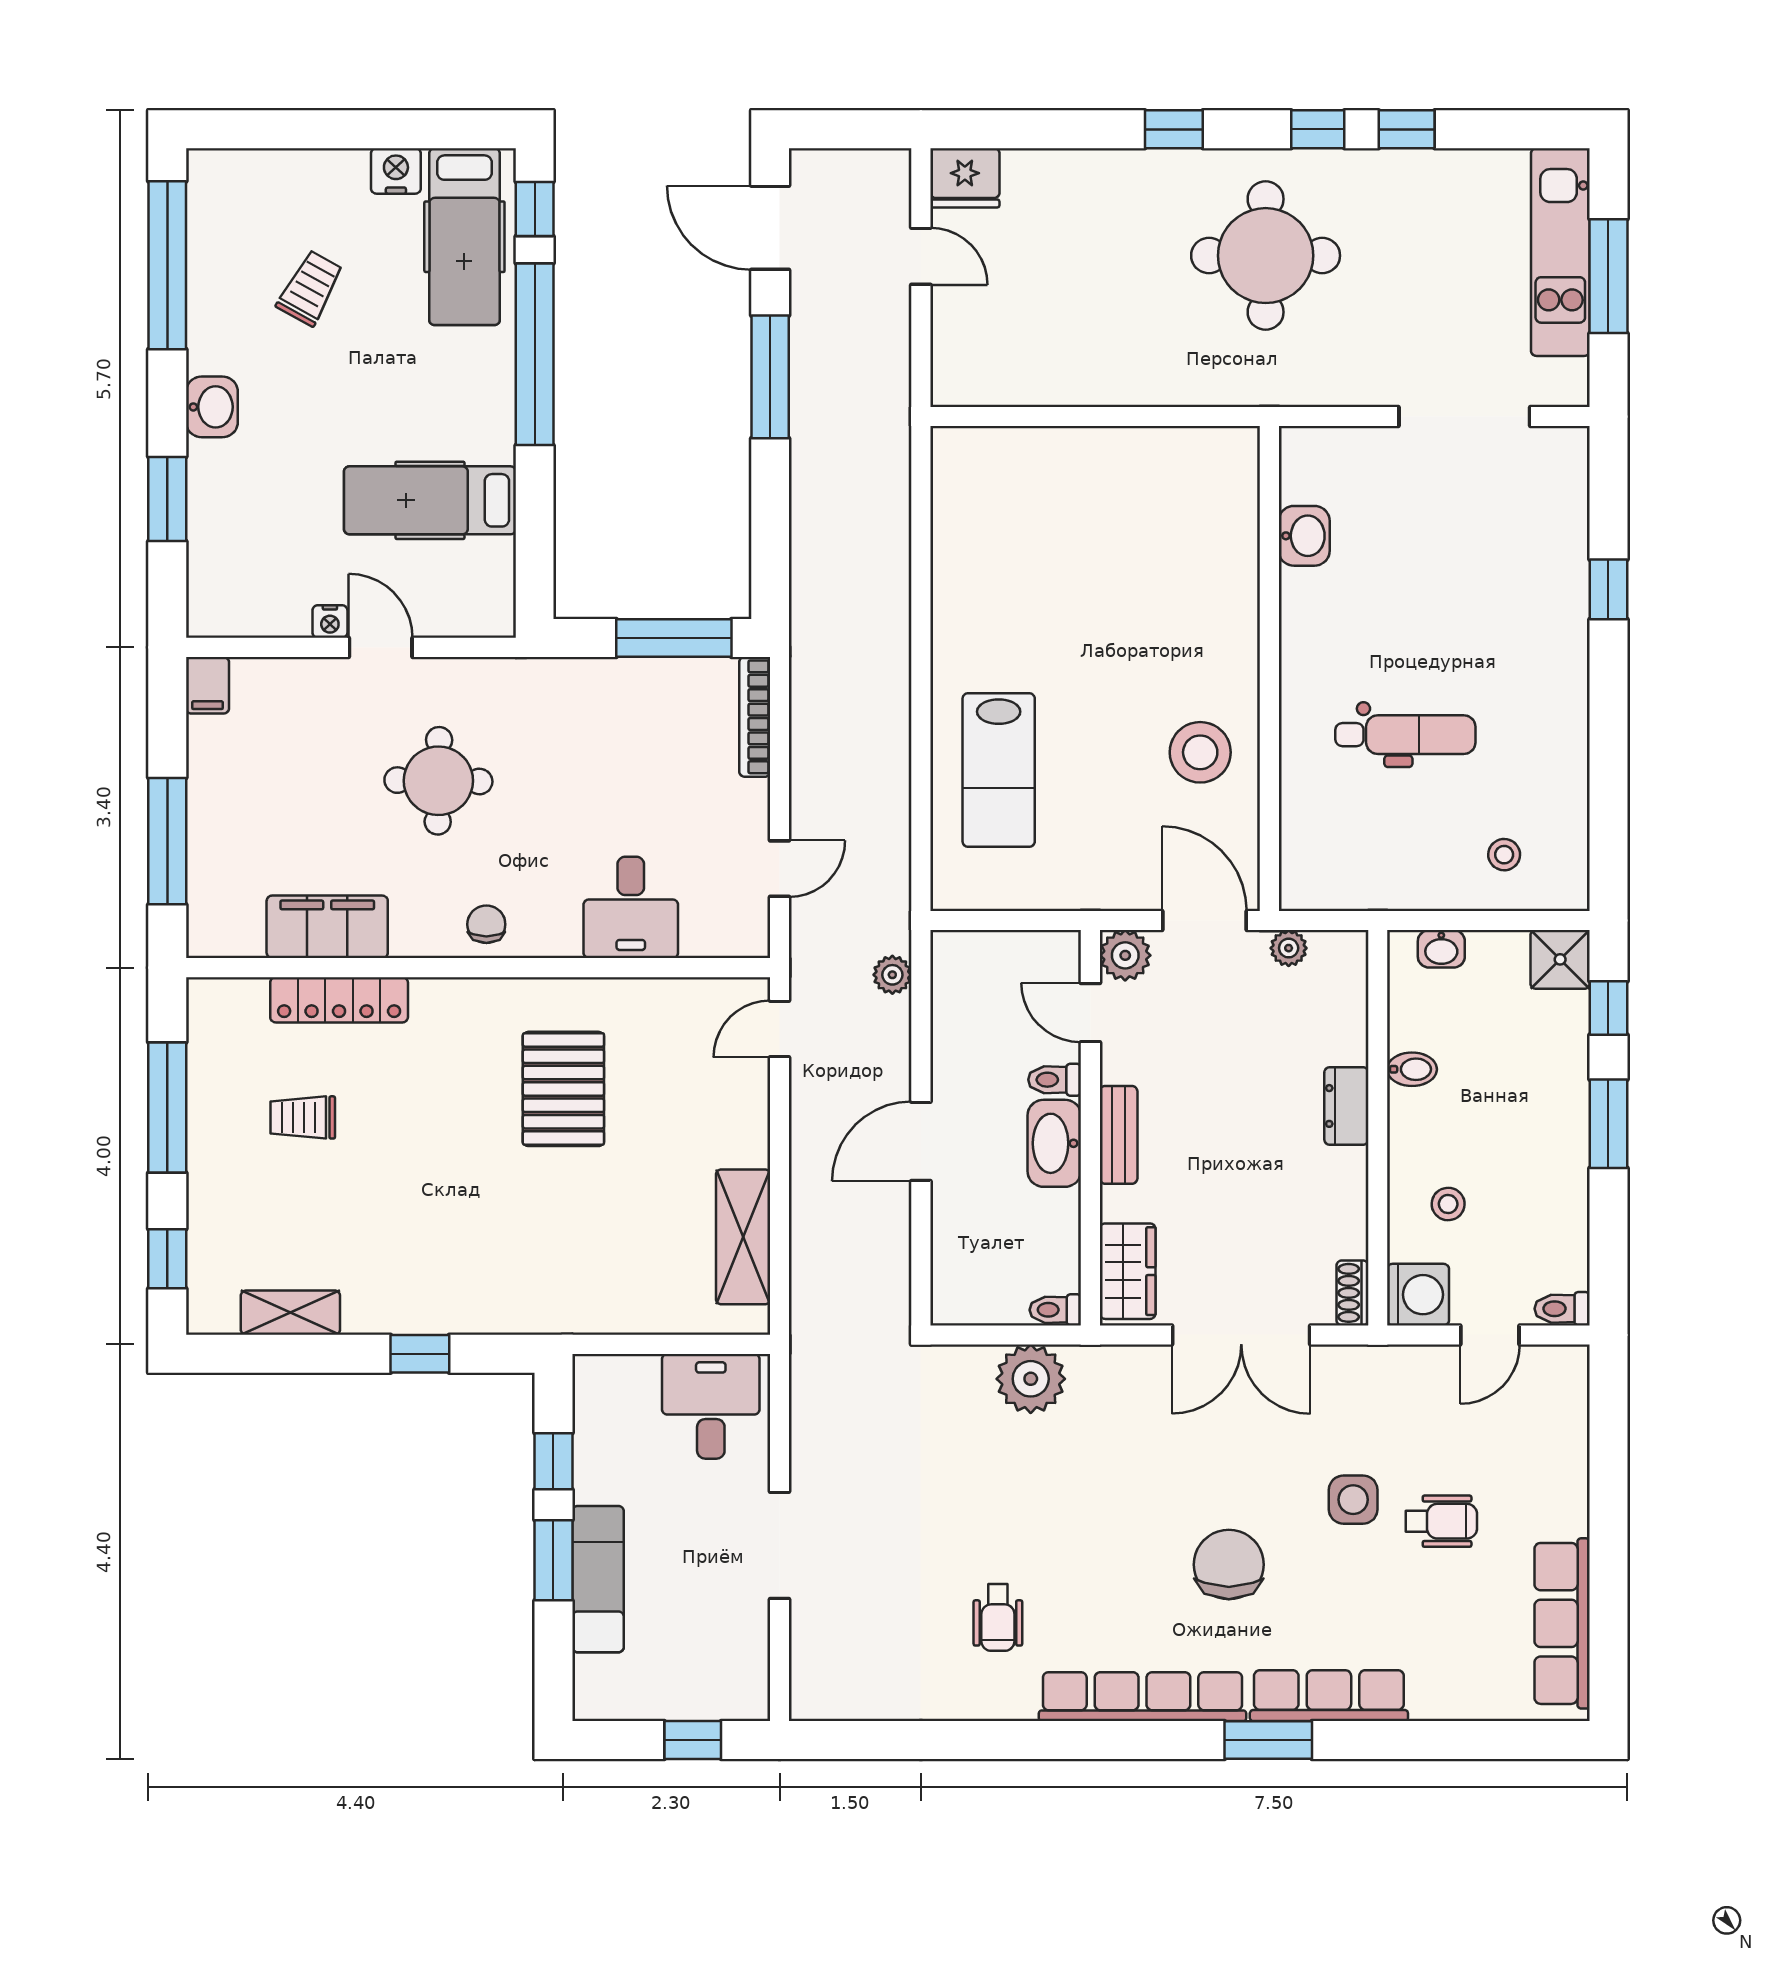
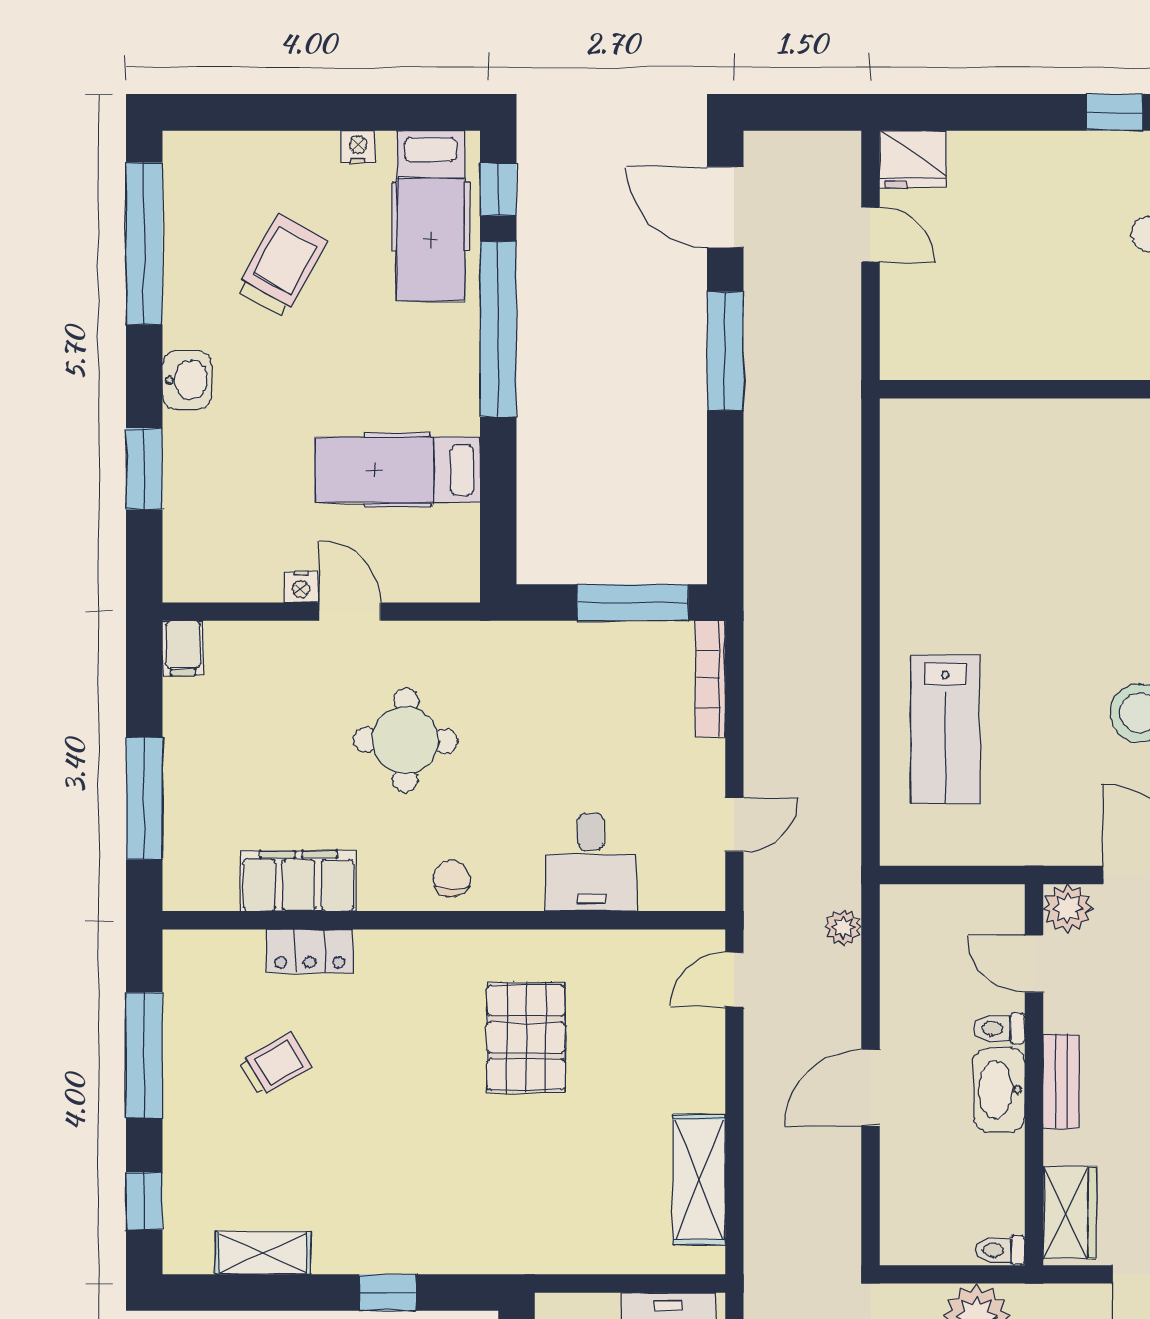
nightstand: (396, 171) -> (358, 147), width x0.72, depth x0.74
trolley: (310, 288) -> (282, 265), width x1.36, depth x1.39
locker: (339, 1000) -> (310, 951), width x0.66
trolley: (303, 1117) -> (275, 1065), turned 150

